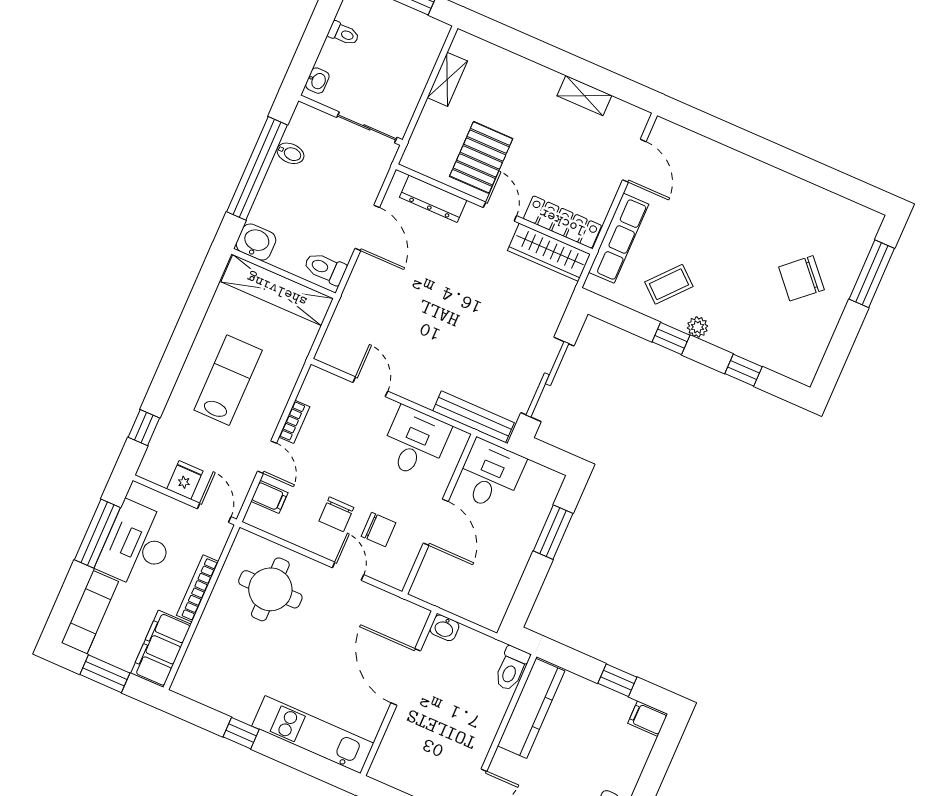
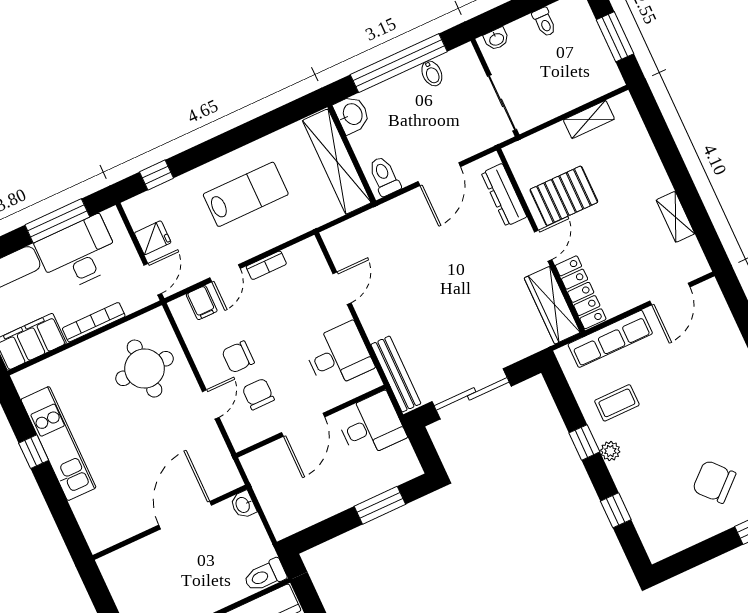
coffee table: (669, 284) -> (617, 403), turned -41
chair: (378, 530) -> (258, 394), turned 180
kitchen unit: (313, 735) -> (58, 444), moved

